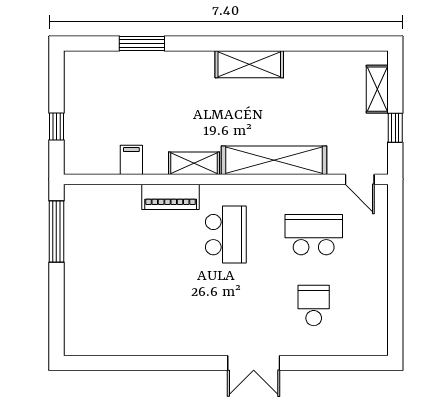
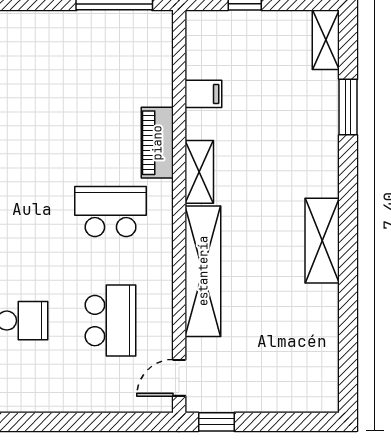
shelving: (377, 89) -> (326, 40), moved, turned 90
window: (395, 128) -> (217, 422), moved
school desk: (226, 235) -> (111, 211), turned 180

